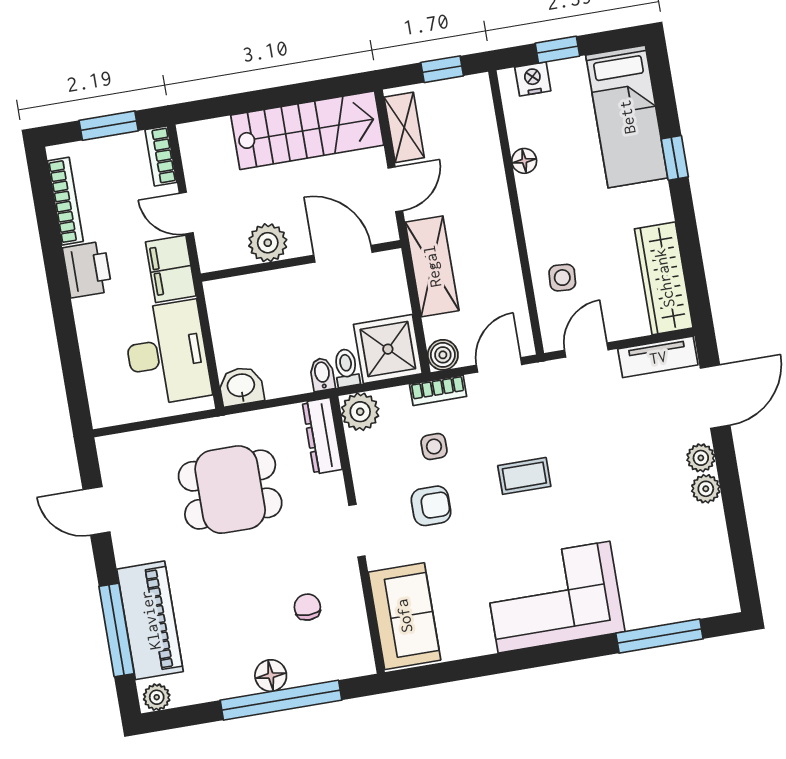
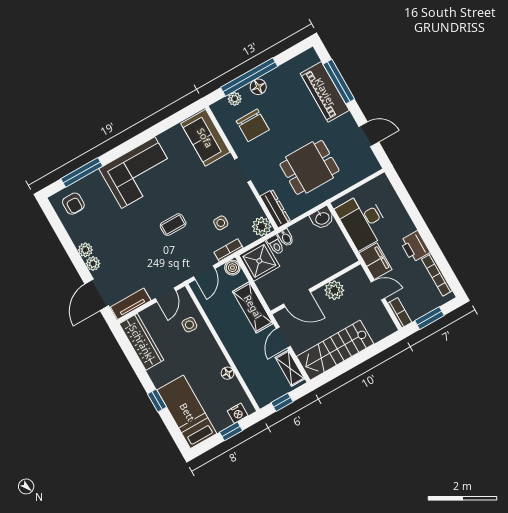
armchair: (431, 506) -> (73, 204), moved, turned -90
chair: (307, 607) -> (253, 125), width x1.87, depth x1.87
plant: (157, 697) -> (235, 99), moved

